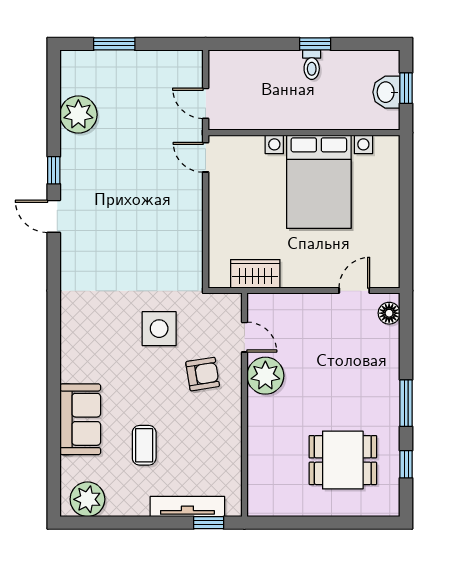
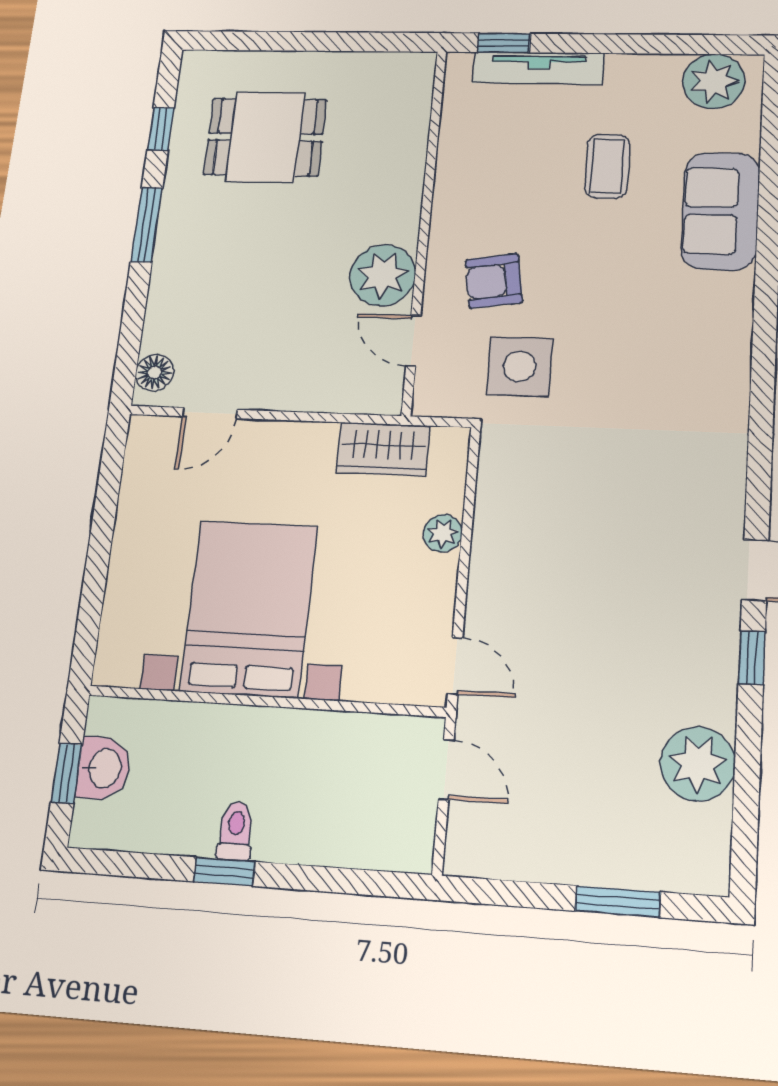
plant: (218, 228) -> (443, 533), added
side table: (159, 329) -> (519, 366), moved

